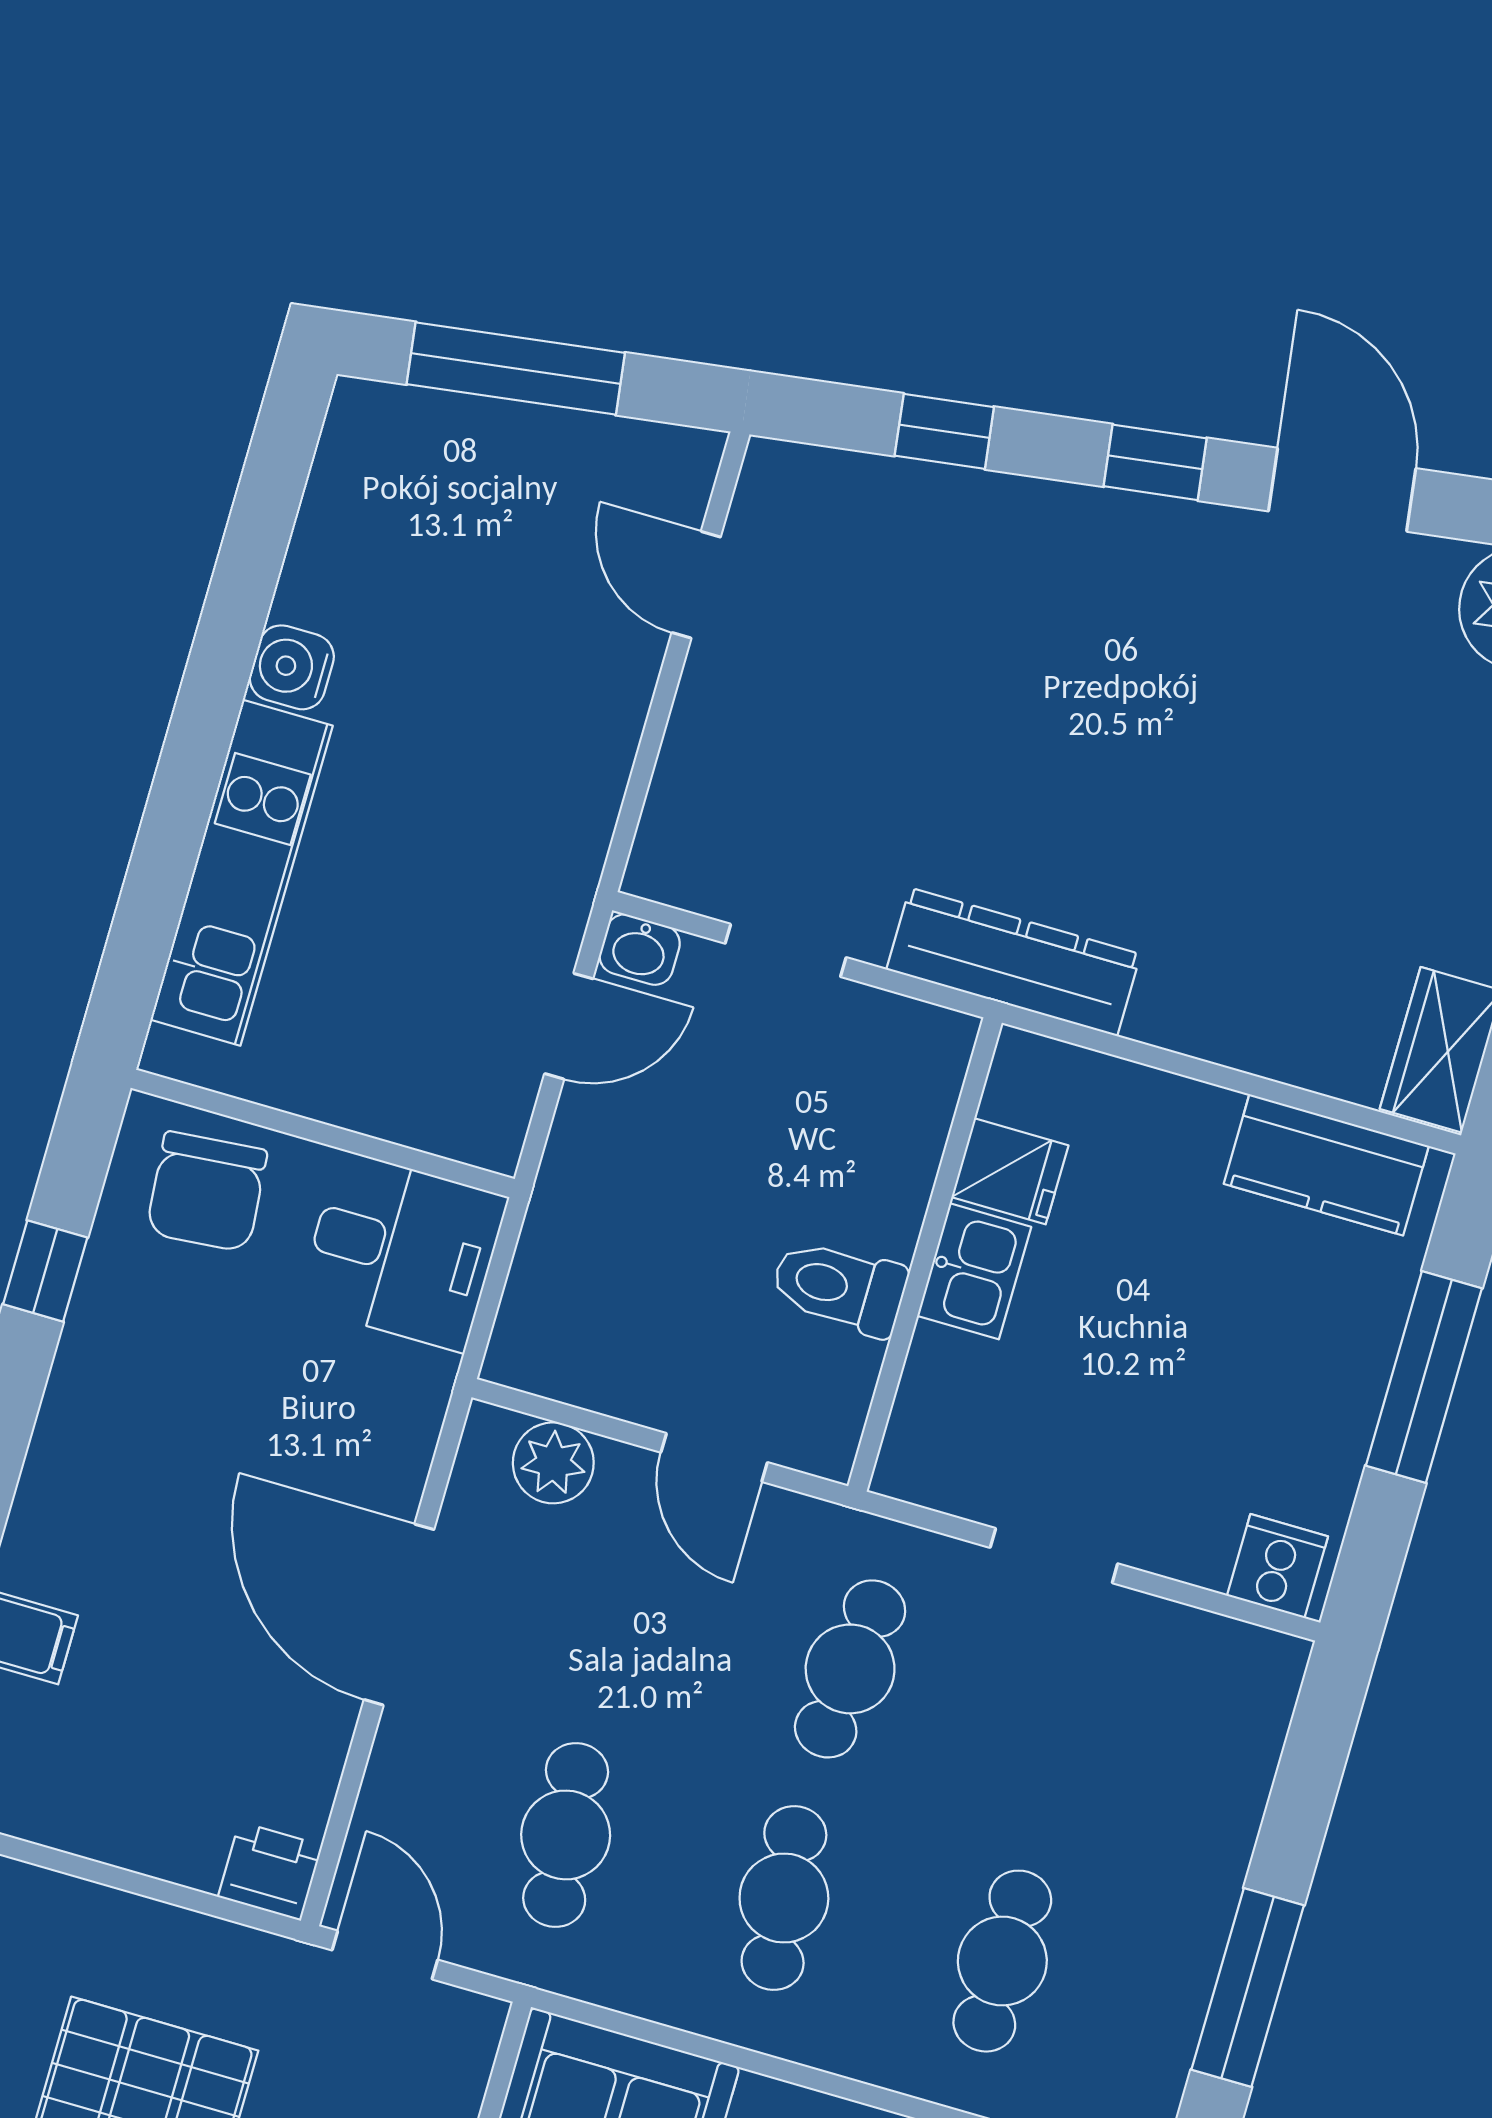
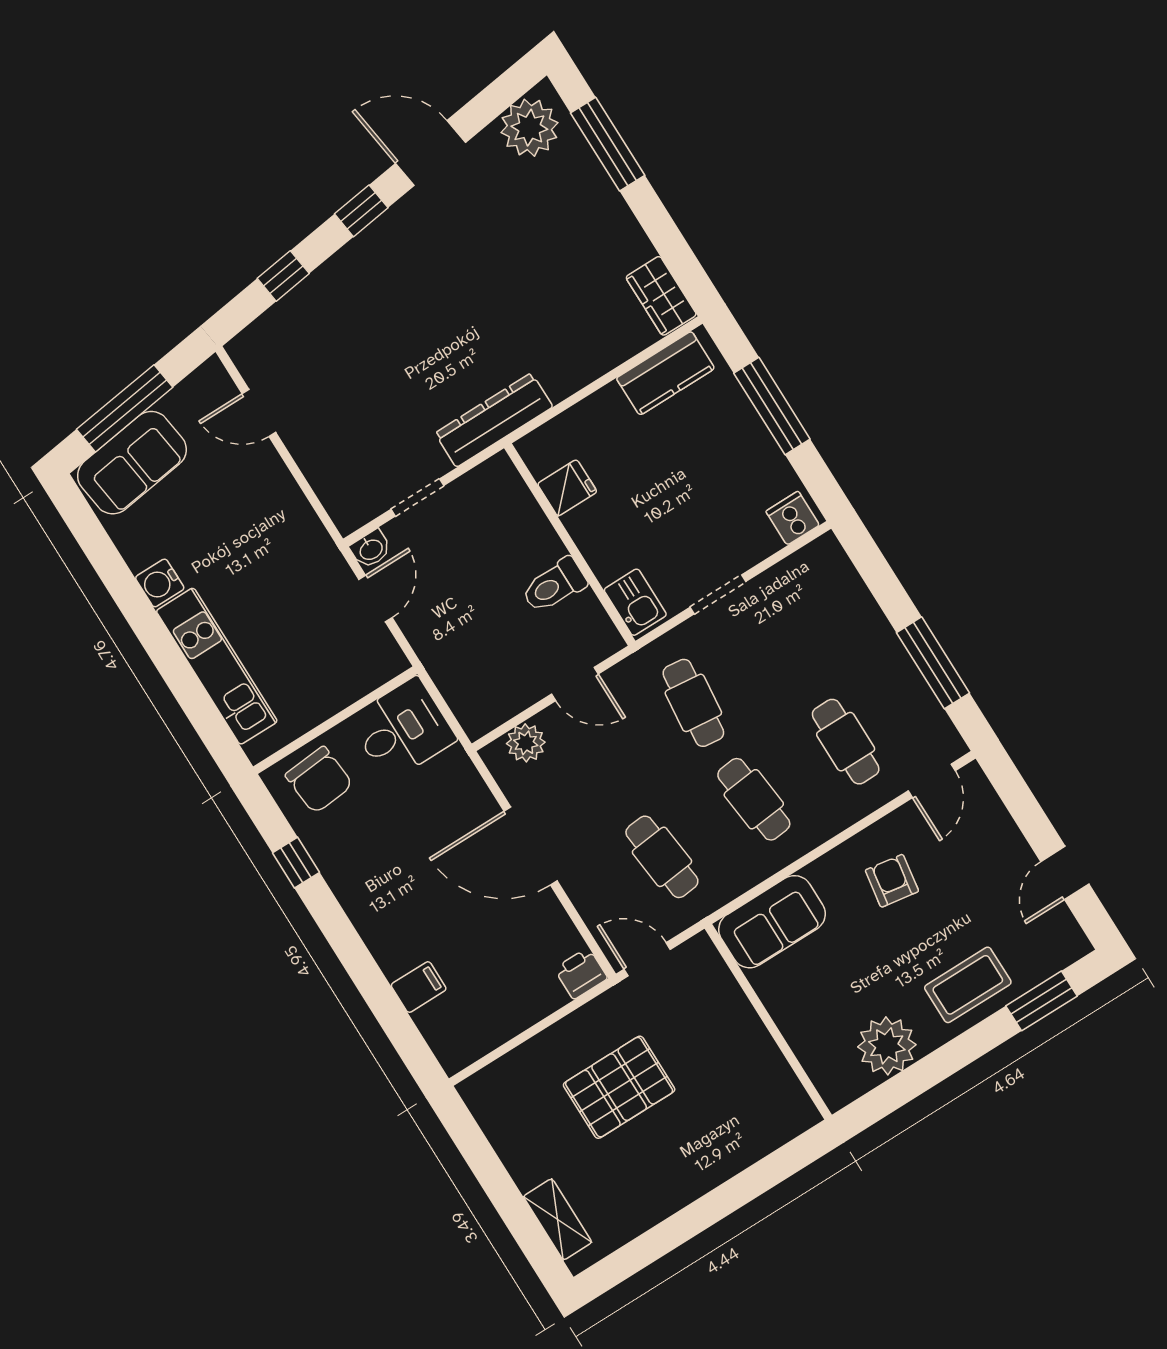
sofa: (441, 456) -> (132, 463), added
kitchen sink: (974, 1271) -> (635, 602), moved

